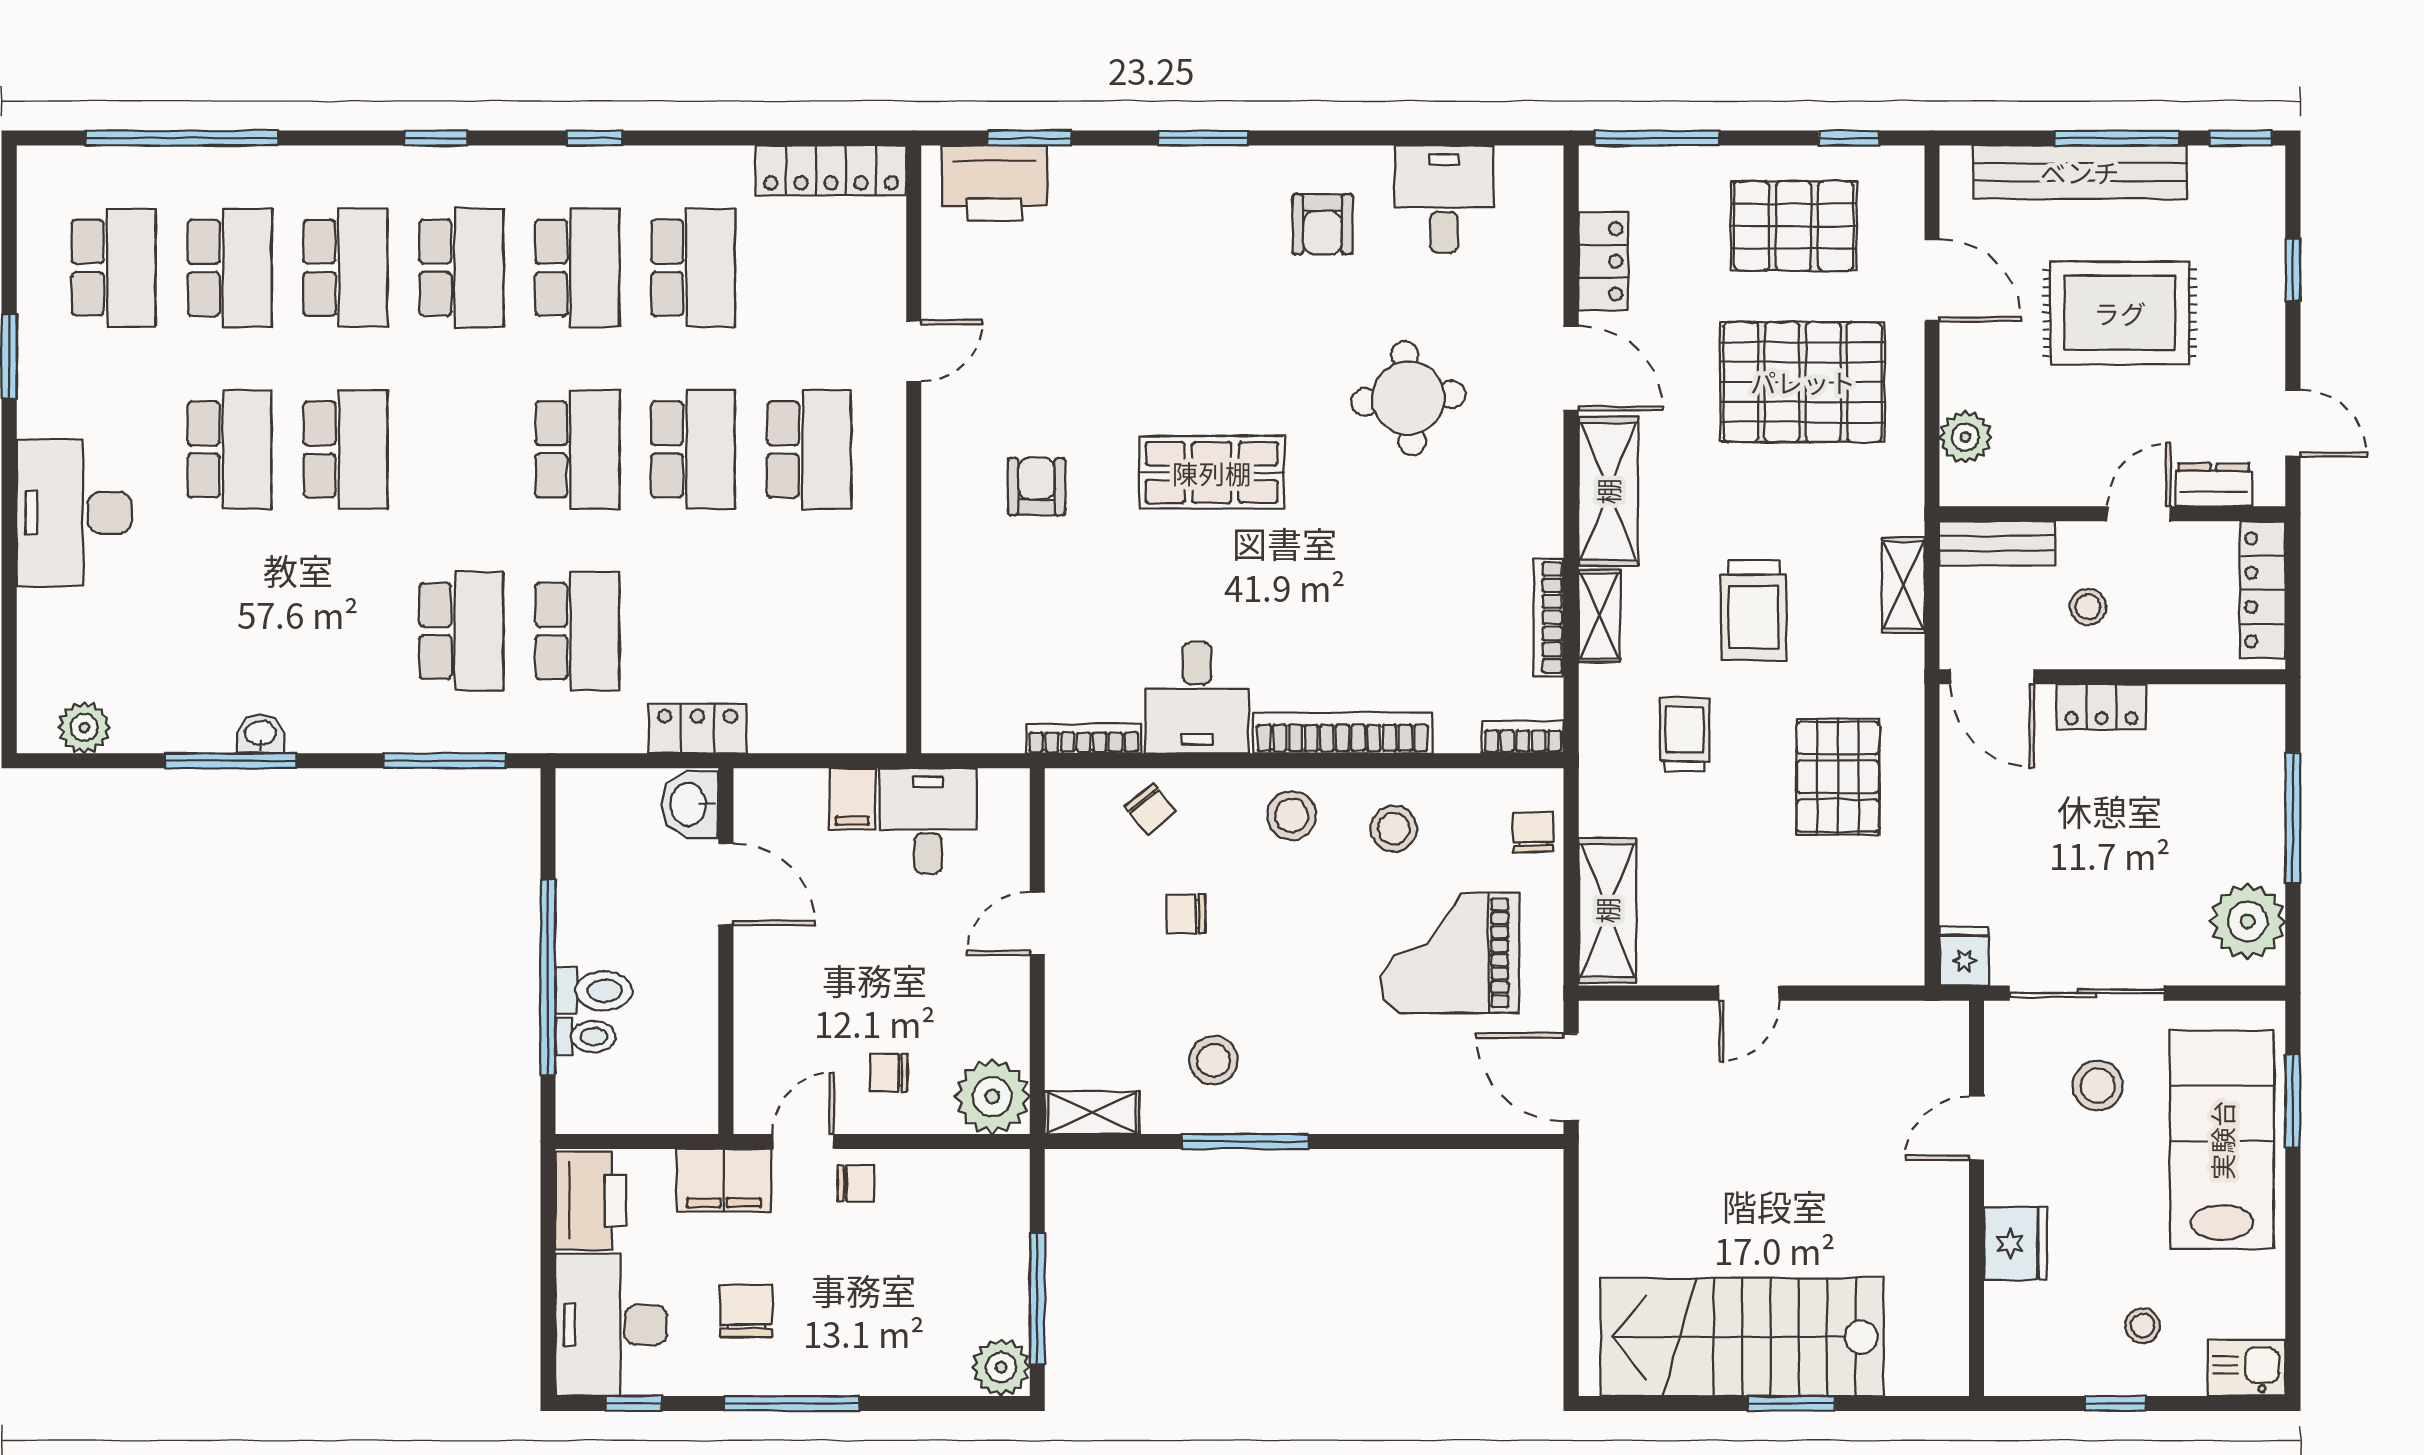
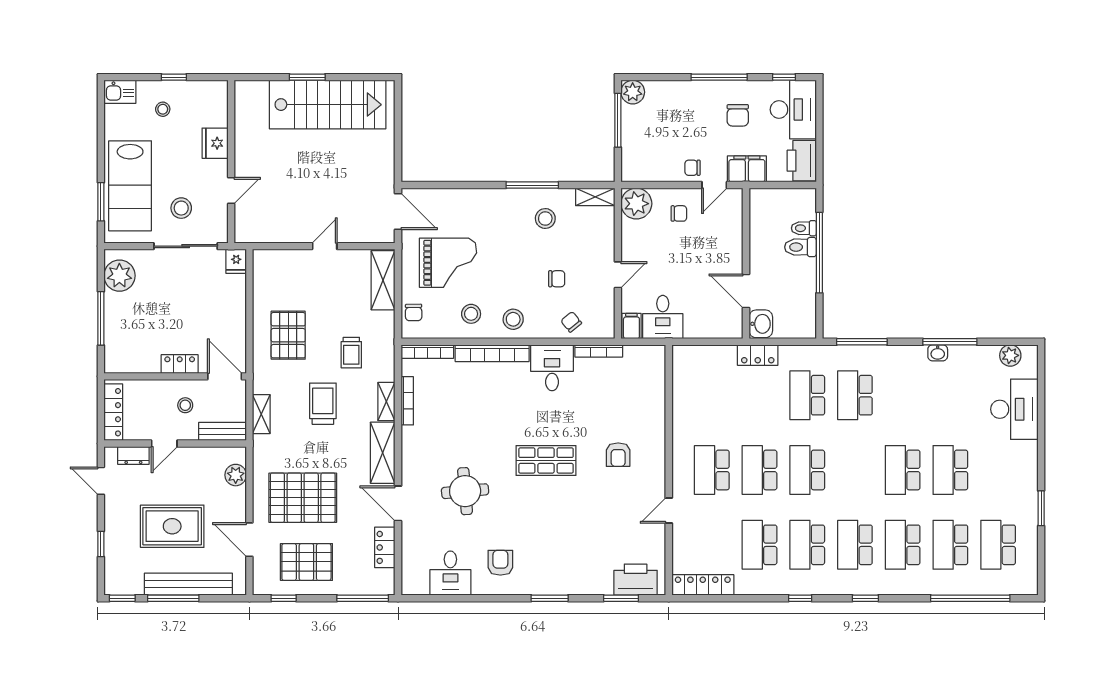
desk: (74, 513) -> (1014, 409), moved
bookcase: (1523, 737) -> (427, 352), width x1.56
filing cabinet: (852, 799) -> (631, 326), moved

